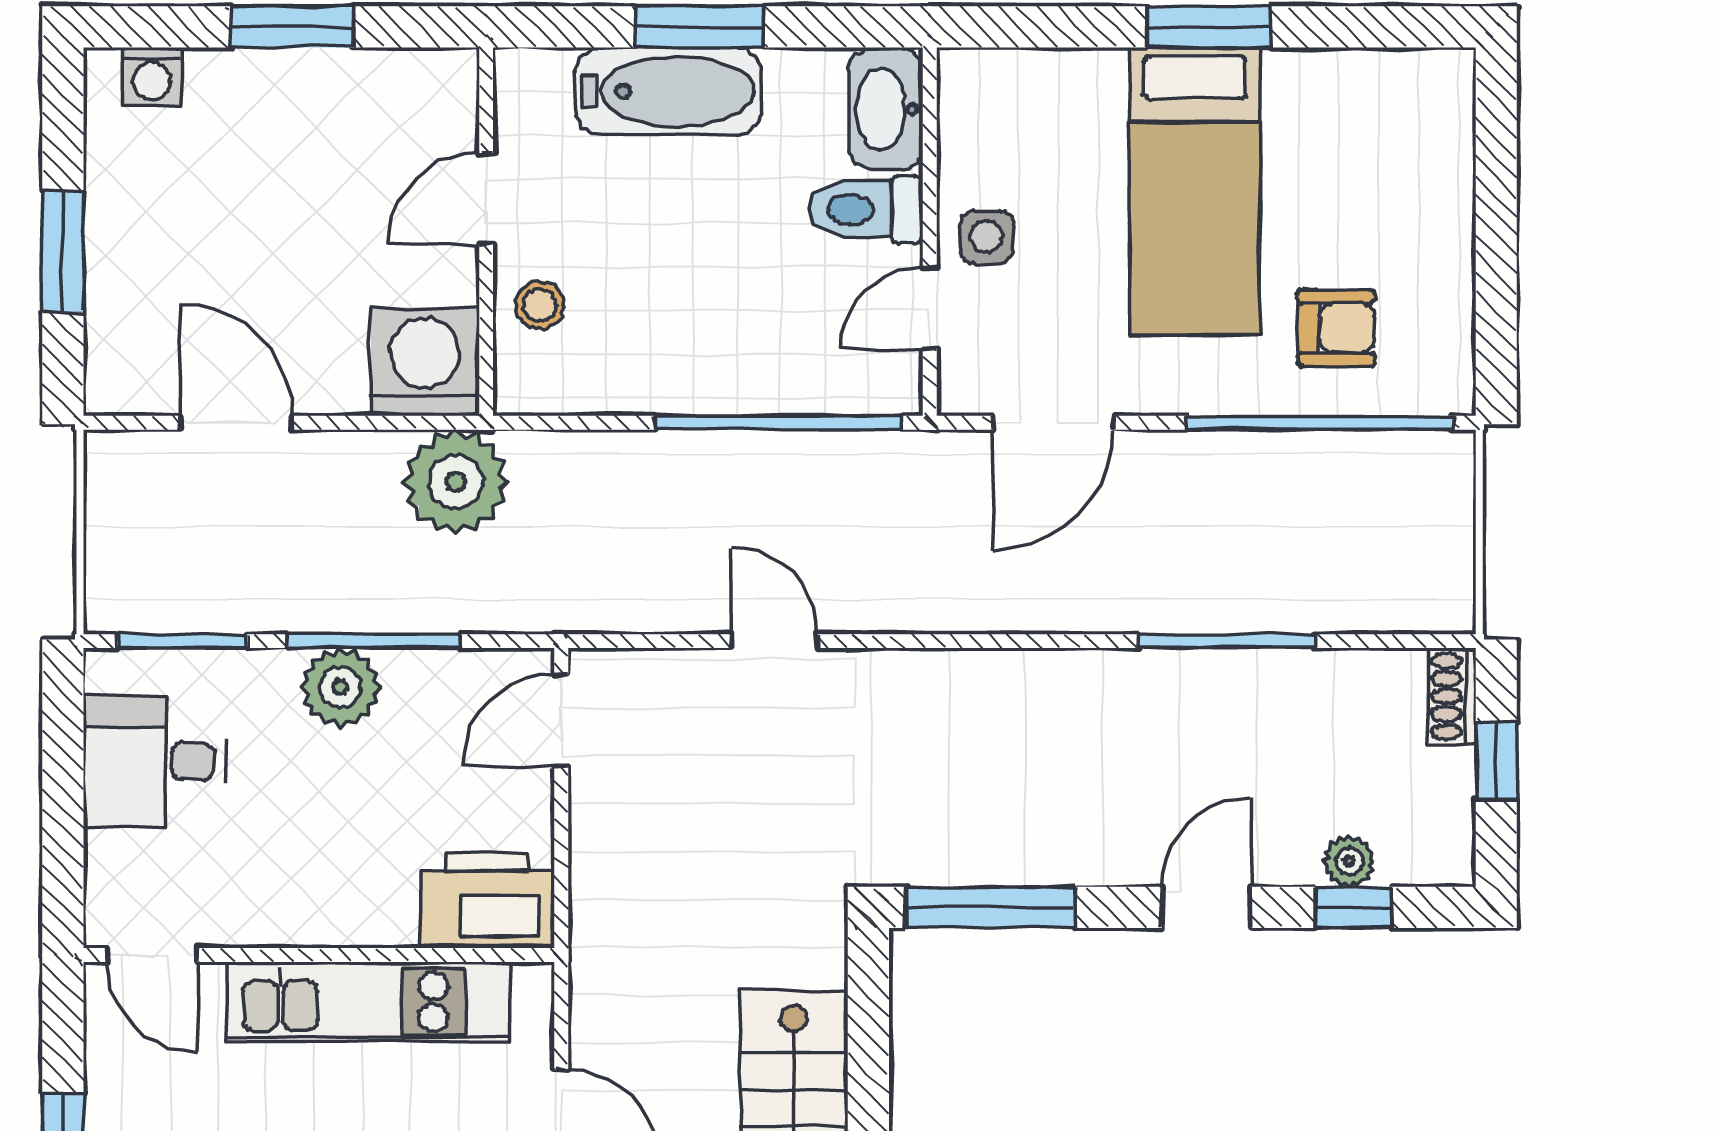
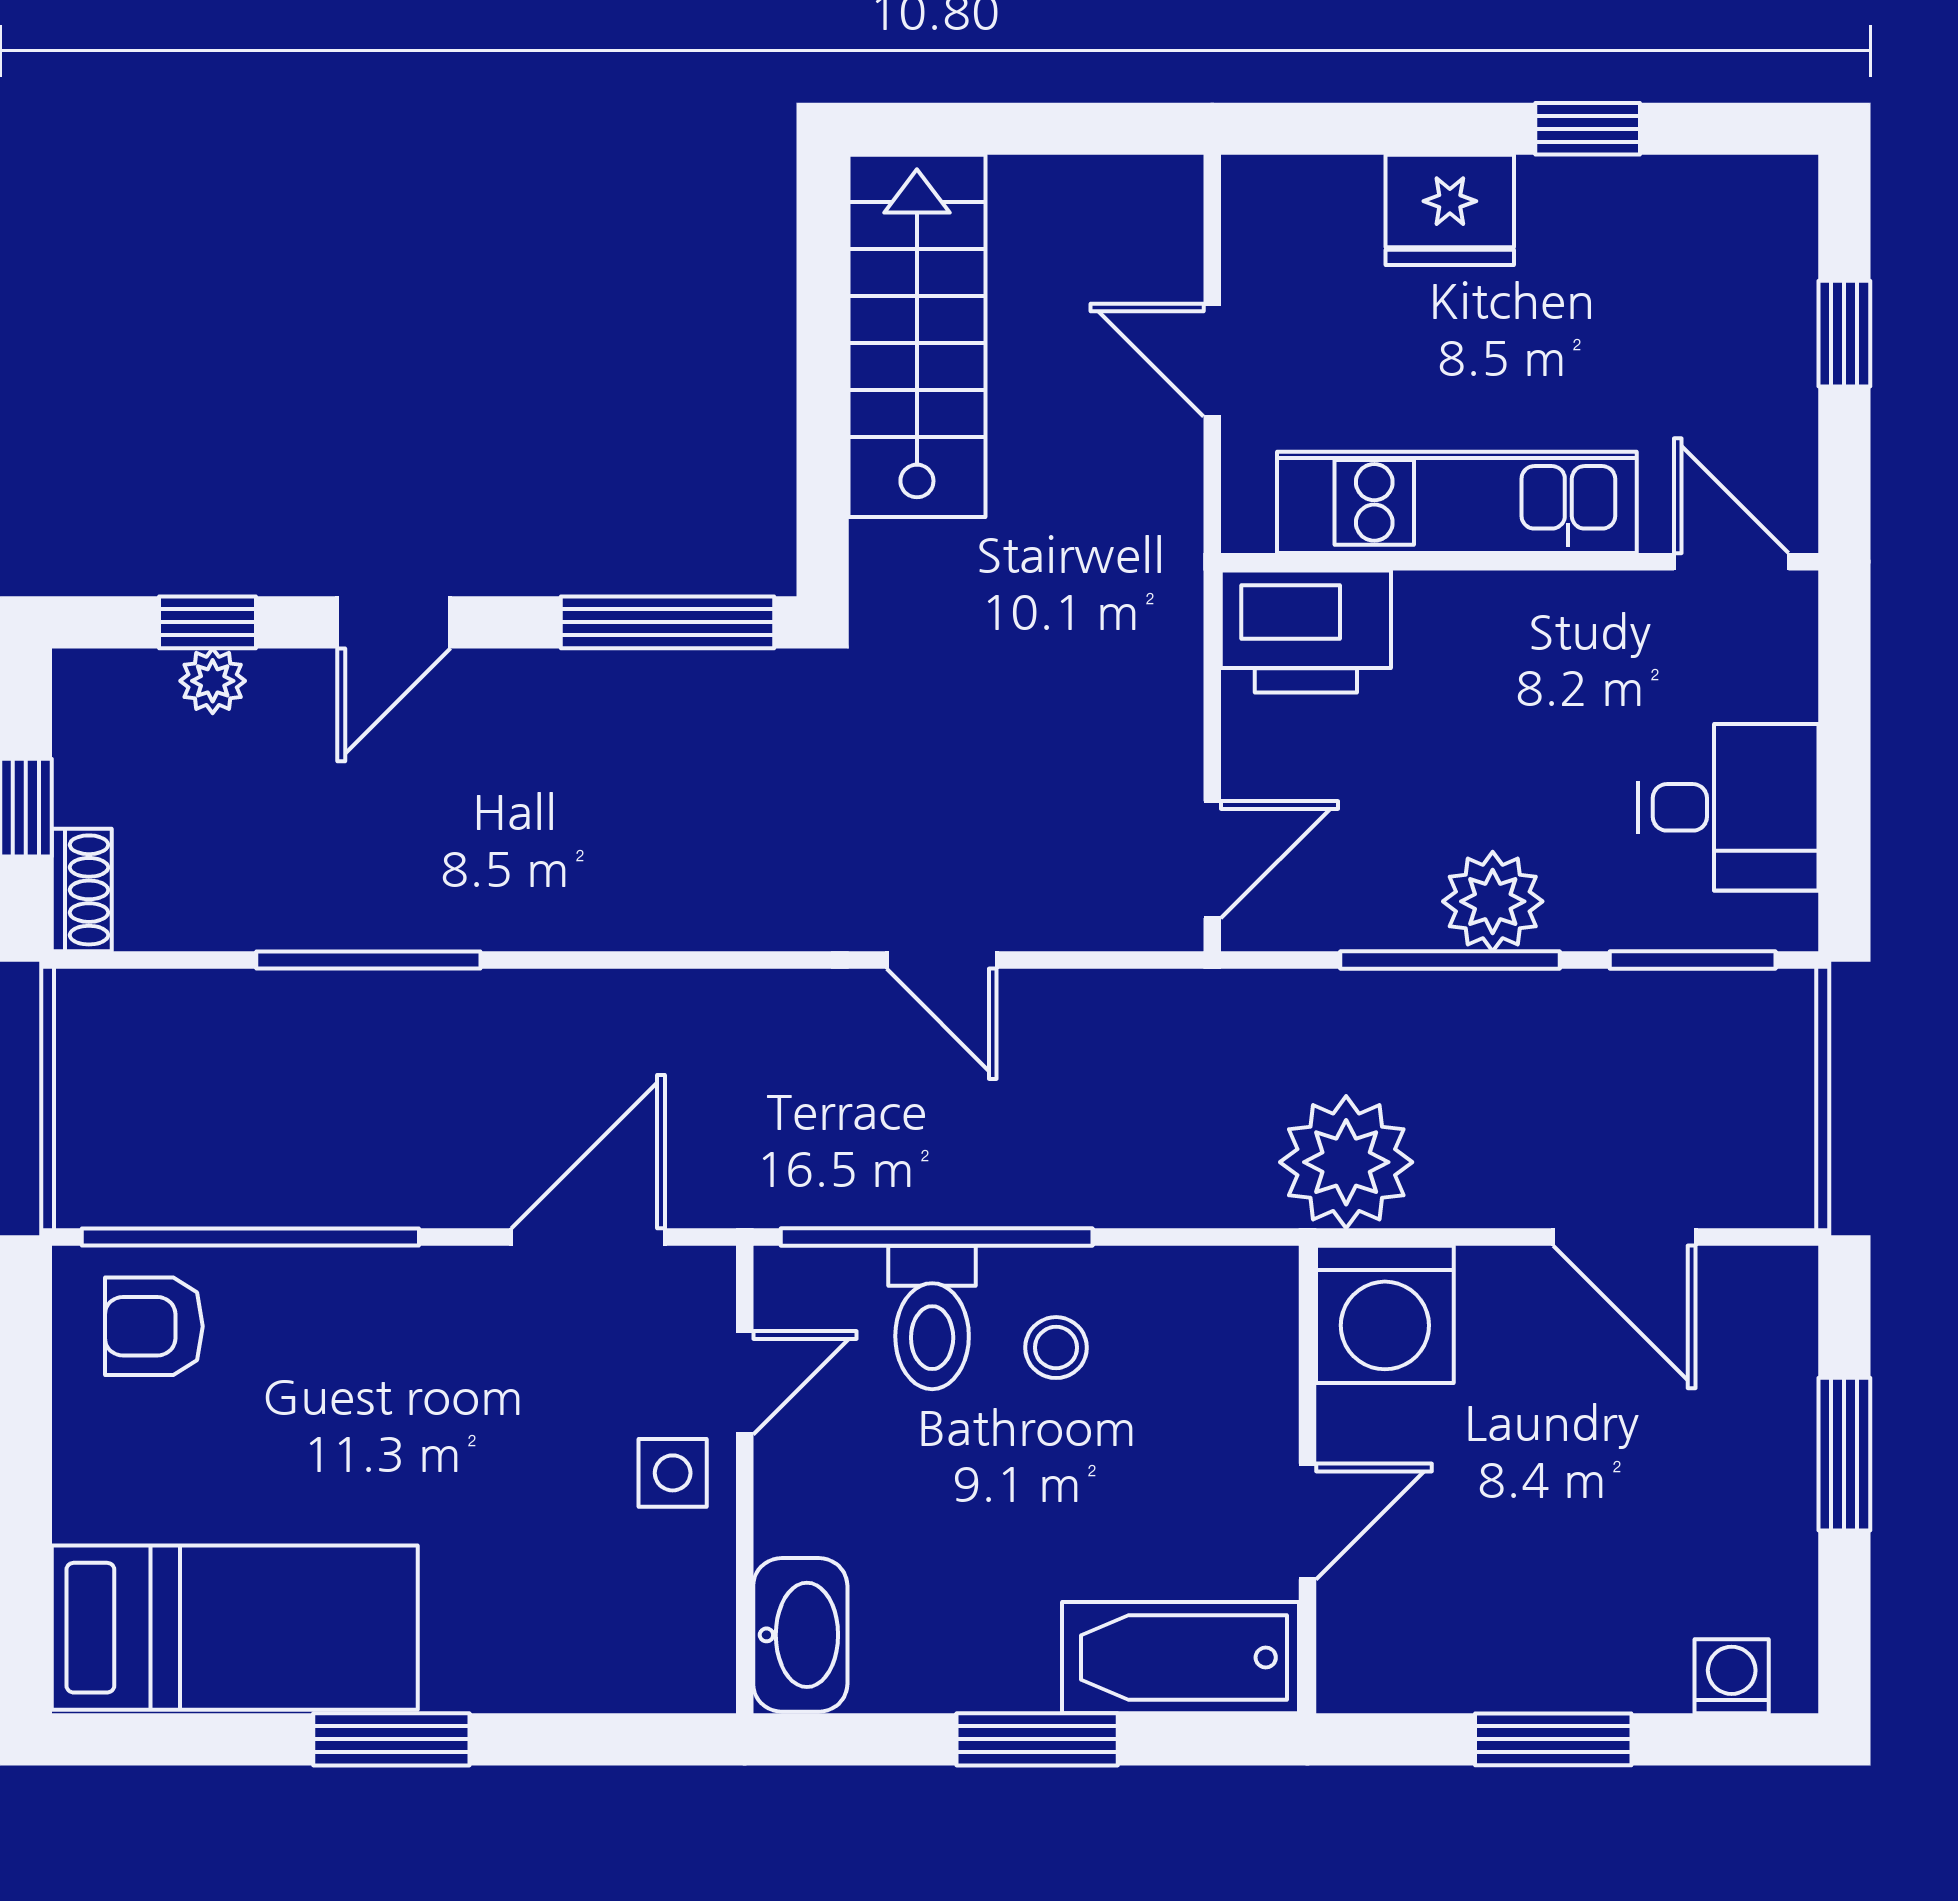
bathtub: (668, 91) -> (1181, 1658), moved
bed: (1195, 191) -> (235, 1628), moved, turned 90
toilet: (866, 210) -> (932, 1318), moved, turned 90
stool: (540, 305) -> (1056, 1348), moved
armchair: (1336, 328) -> (154, 1326), moved

